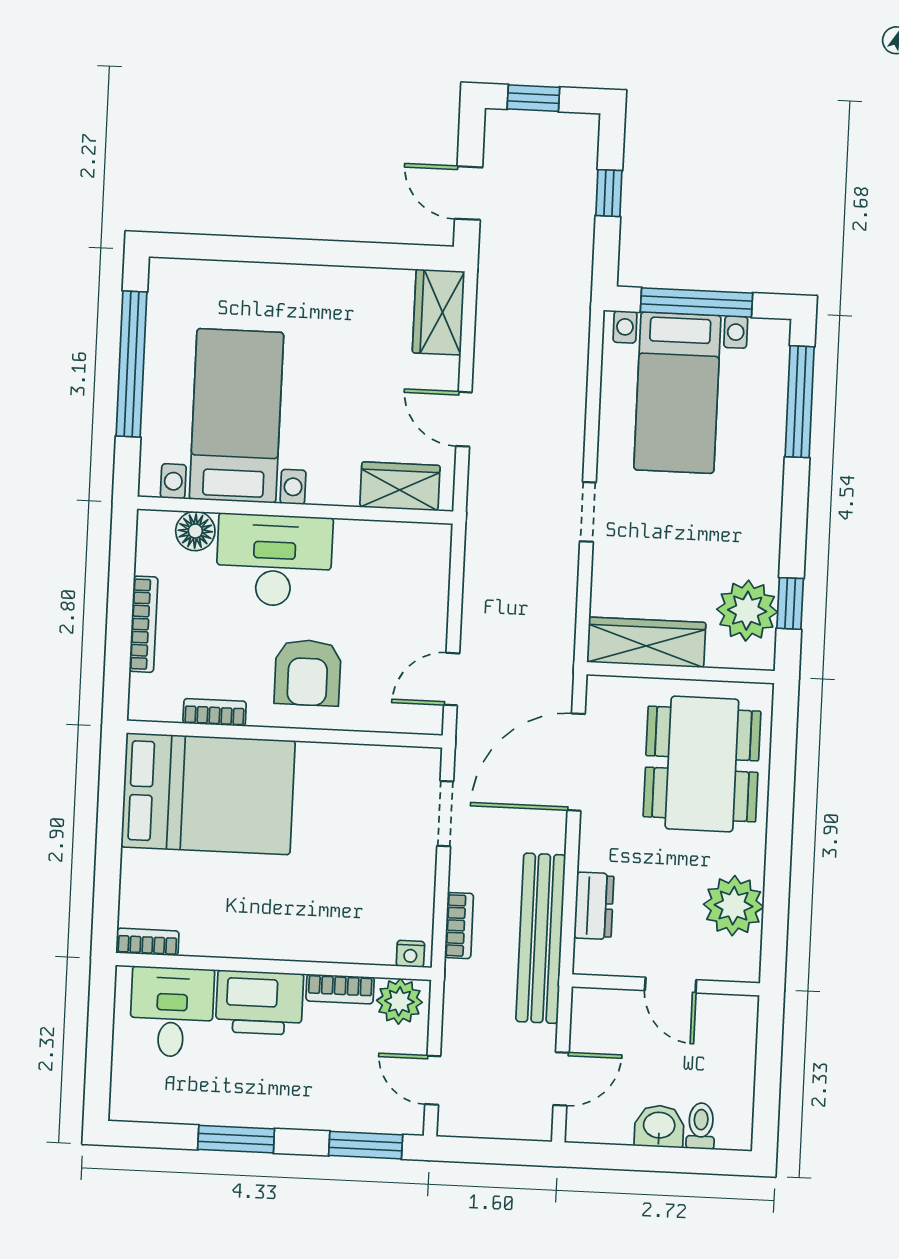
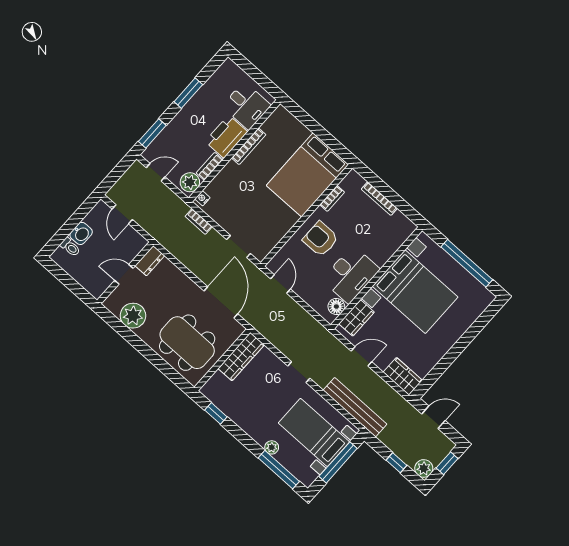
plant: (578, 134) -> (424, 468), added
bed with nightstands: (236, 416) -> (415, 292), width x1.36
floor lamp: (195, 531) -> (336, 307), moved
desk: (274, 560) -> (351, 275), moved
plant: (747, 611) -> (272, 447), moved, width x0.53, depth x0.53
dresser: (594, 906) -> (150, 261), moved, turned -90
bench: (541, 938) -> (355, 407), moved
bookcase: (147, 942) -> (249, 146), moved, width x1.56

